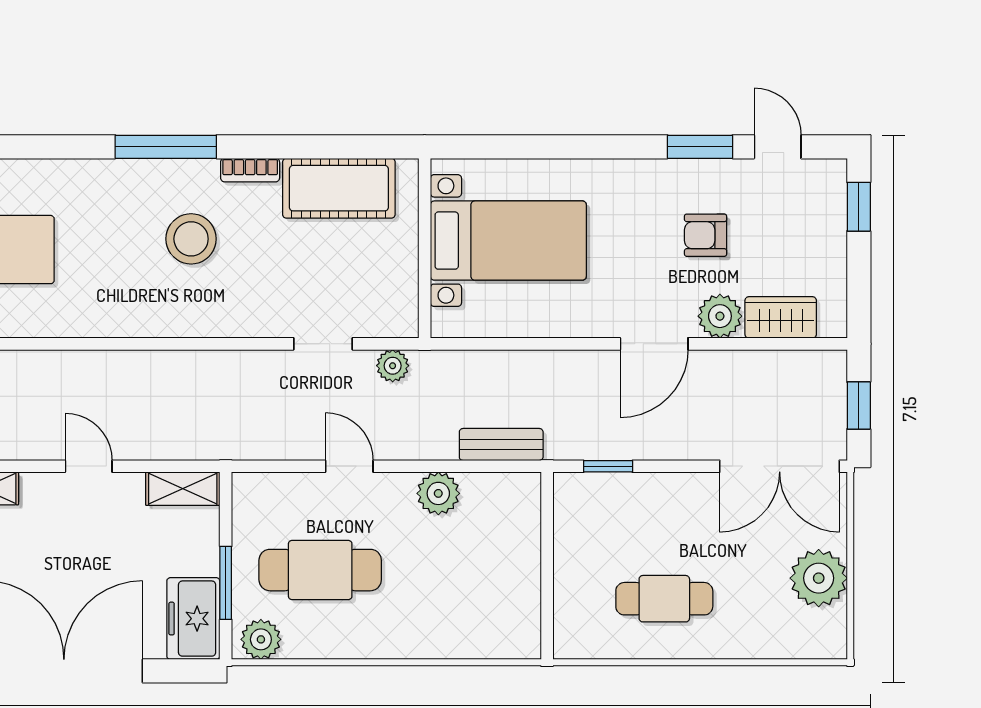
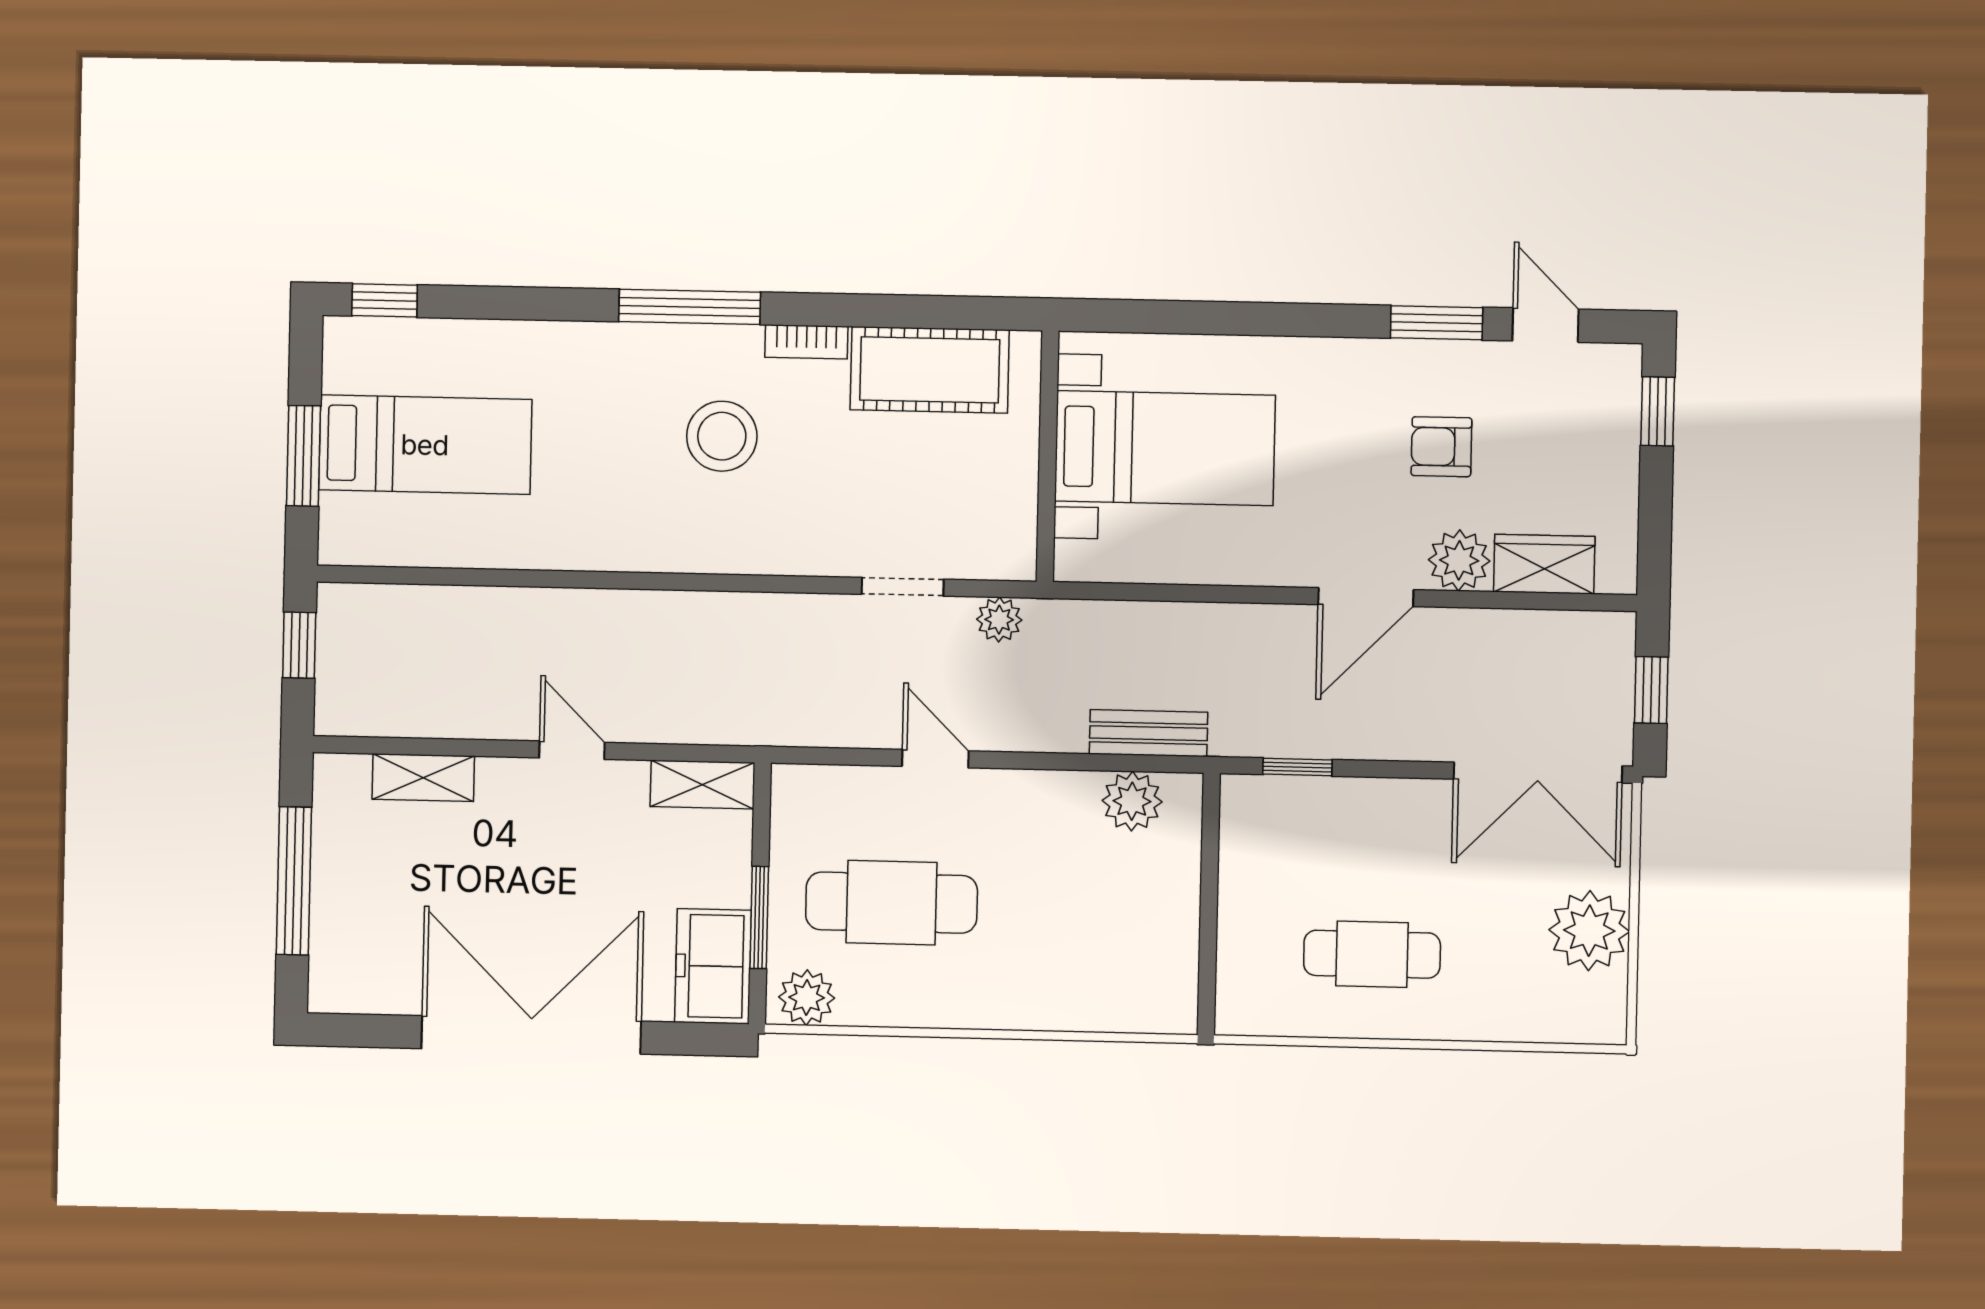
plant: (438, 493) -> (1132, 801), moved

